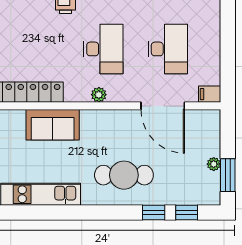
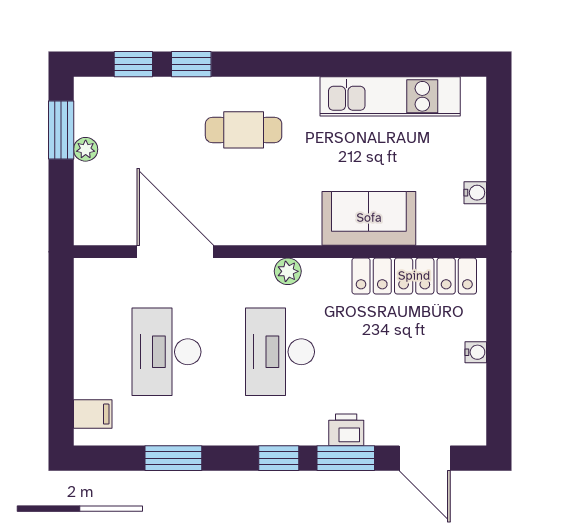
filing cabinet: (210, 94) -> (93, 414), moved
cafe table: (124, 175) -> (244, 130), width x0.73, depth x0.74

